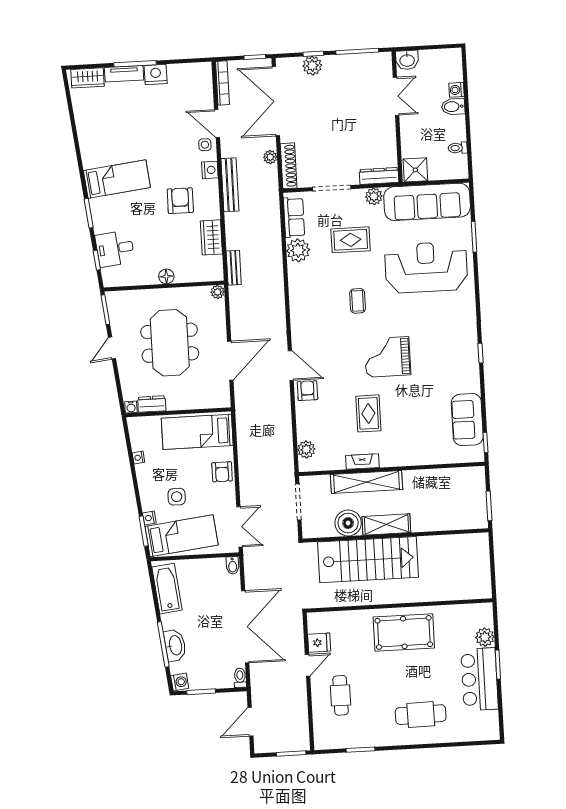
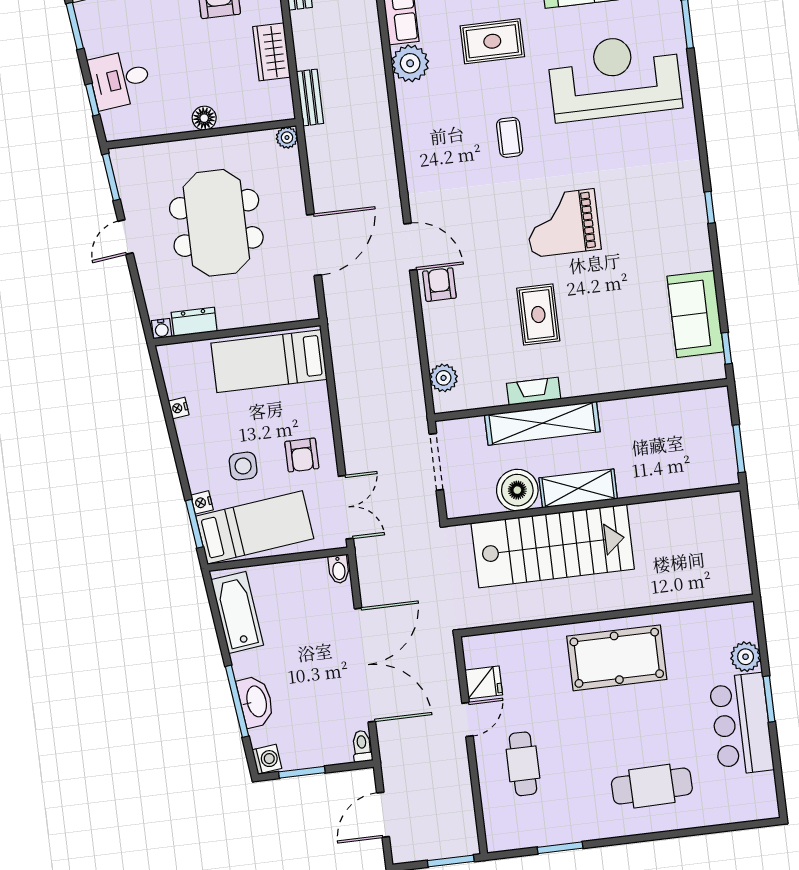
armchair: (222, 472) -> (302, 455), moved

